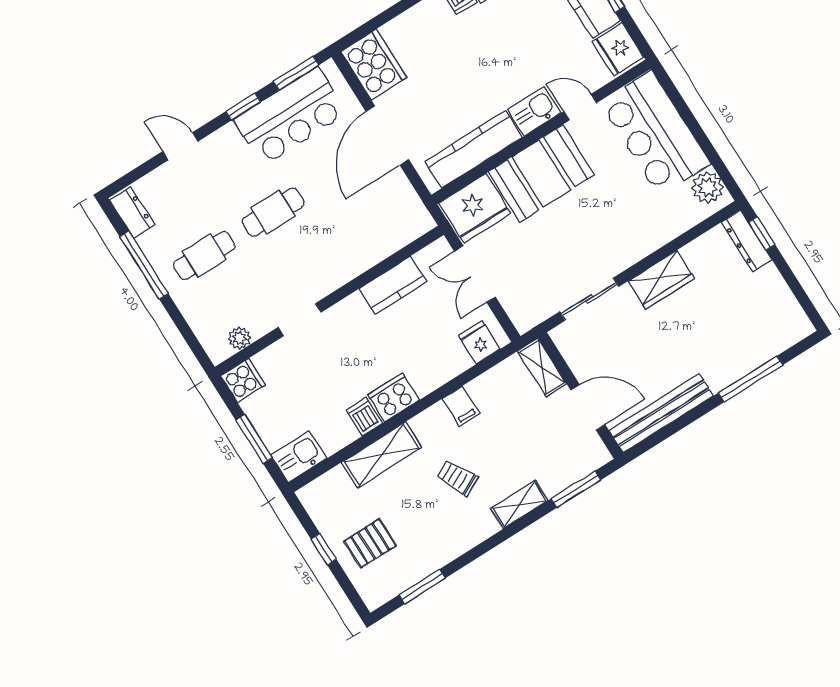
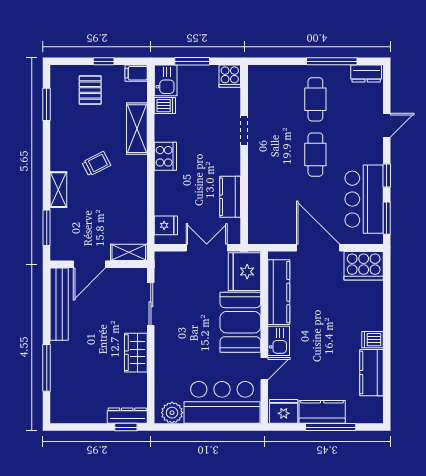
plant: (239, 338) -> (255, 89), removed
filing cabinet: (461, 406) -> (136, 73), moved
dishwasher: (364, 417) -> (165, 106), moved

